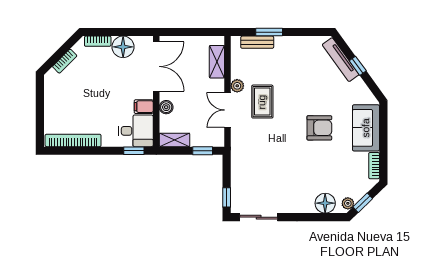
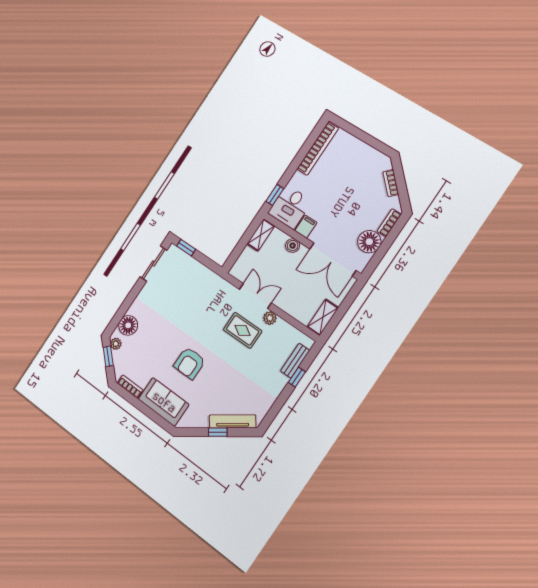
window: (269, 32) -> (297, 377), width x0.67
shelving: (217, 62) -> (323, 317), moved, turned 90
window: (203, 151) -> (236, 253), removed

